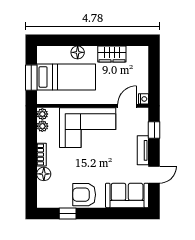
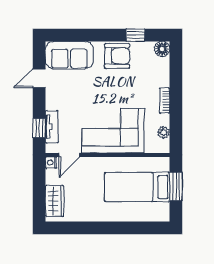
floor lamp: (78, 52) -> (124, 214), removed
wardrobe: (112, 54) -> (55, 201), moved, turned 90
plant: (42, 114) -> (164, 146), removed
tv unit: (143, 150) -> (52, 127), moved
floor lamp: (44, 174) -> (162, 49), moved

